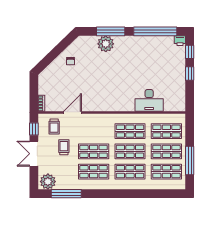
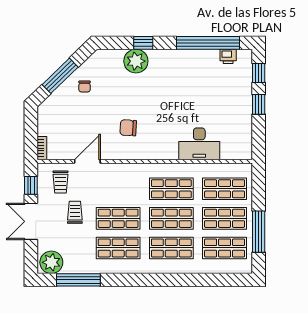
window: (111, 31) -> (143, 43), width x0.46
printer: (180, 41) -> (228, 56), moved
window: (54, 54) -> (60, 76), added
chair: (100, 89) -> (128, 128), added

